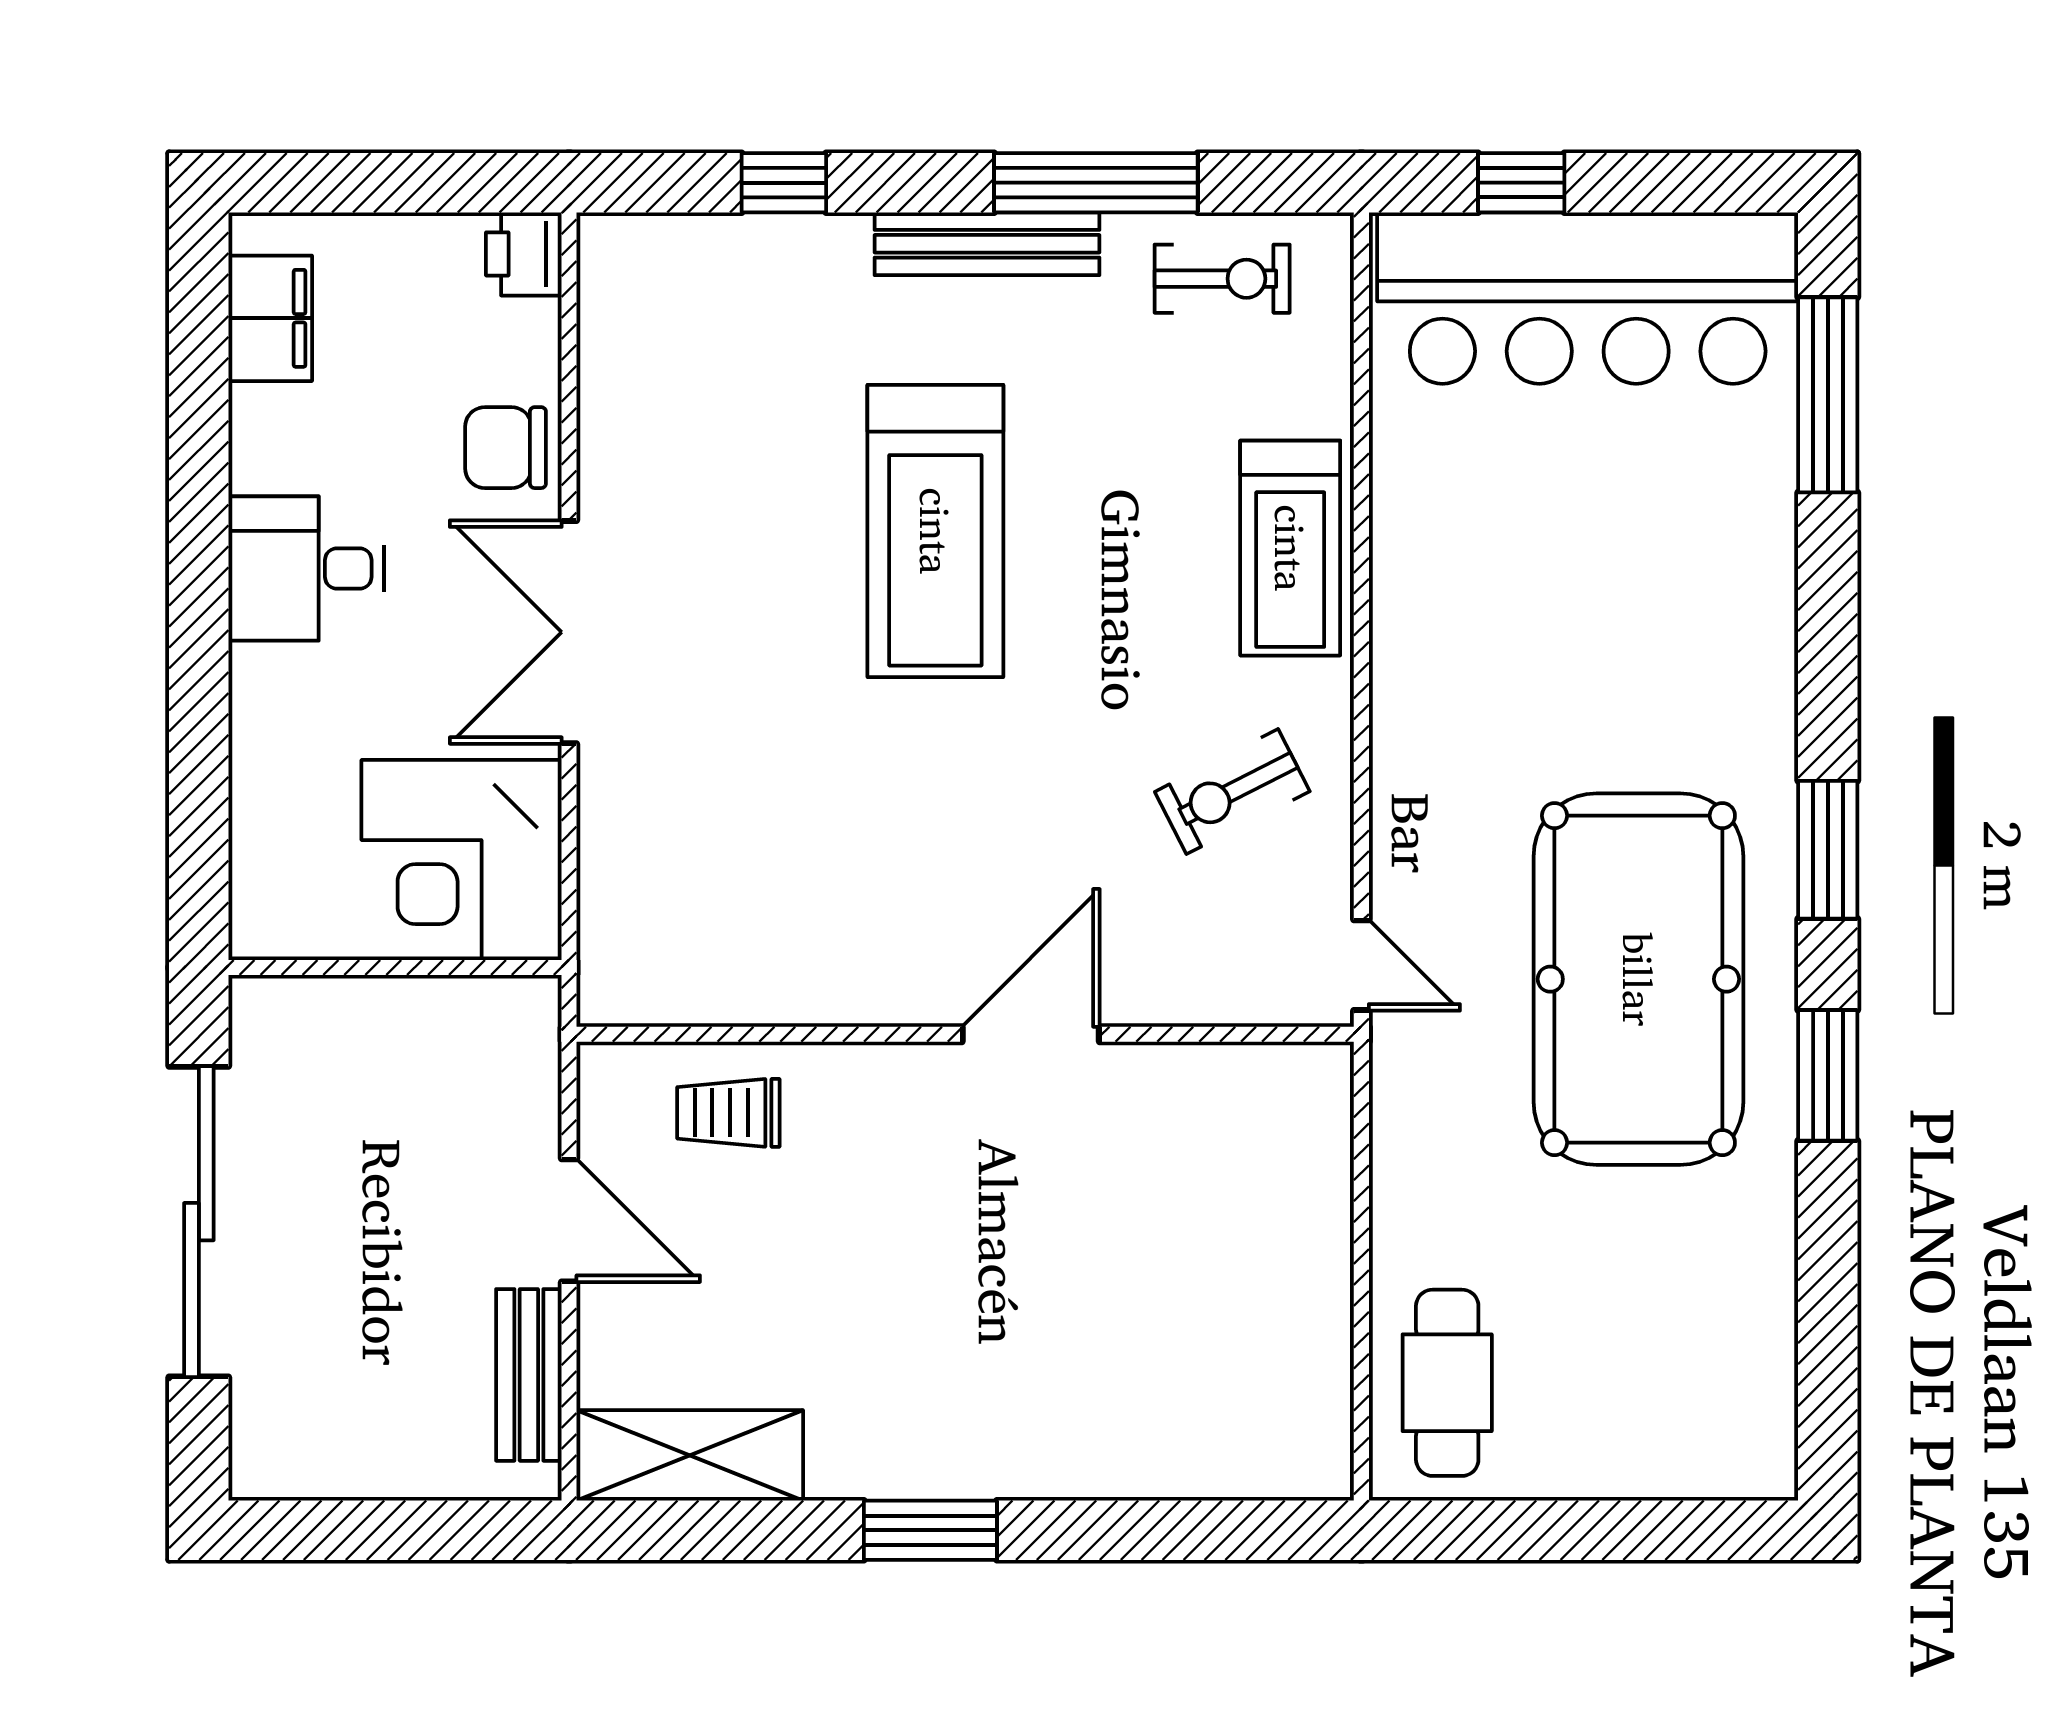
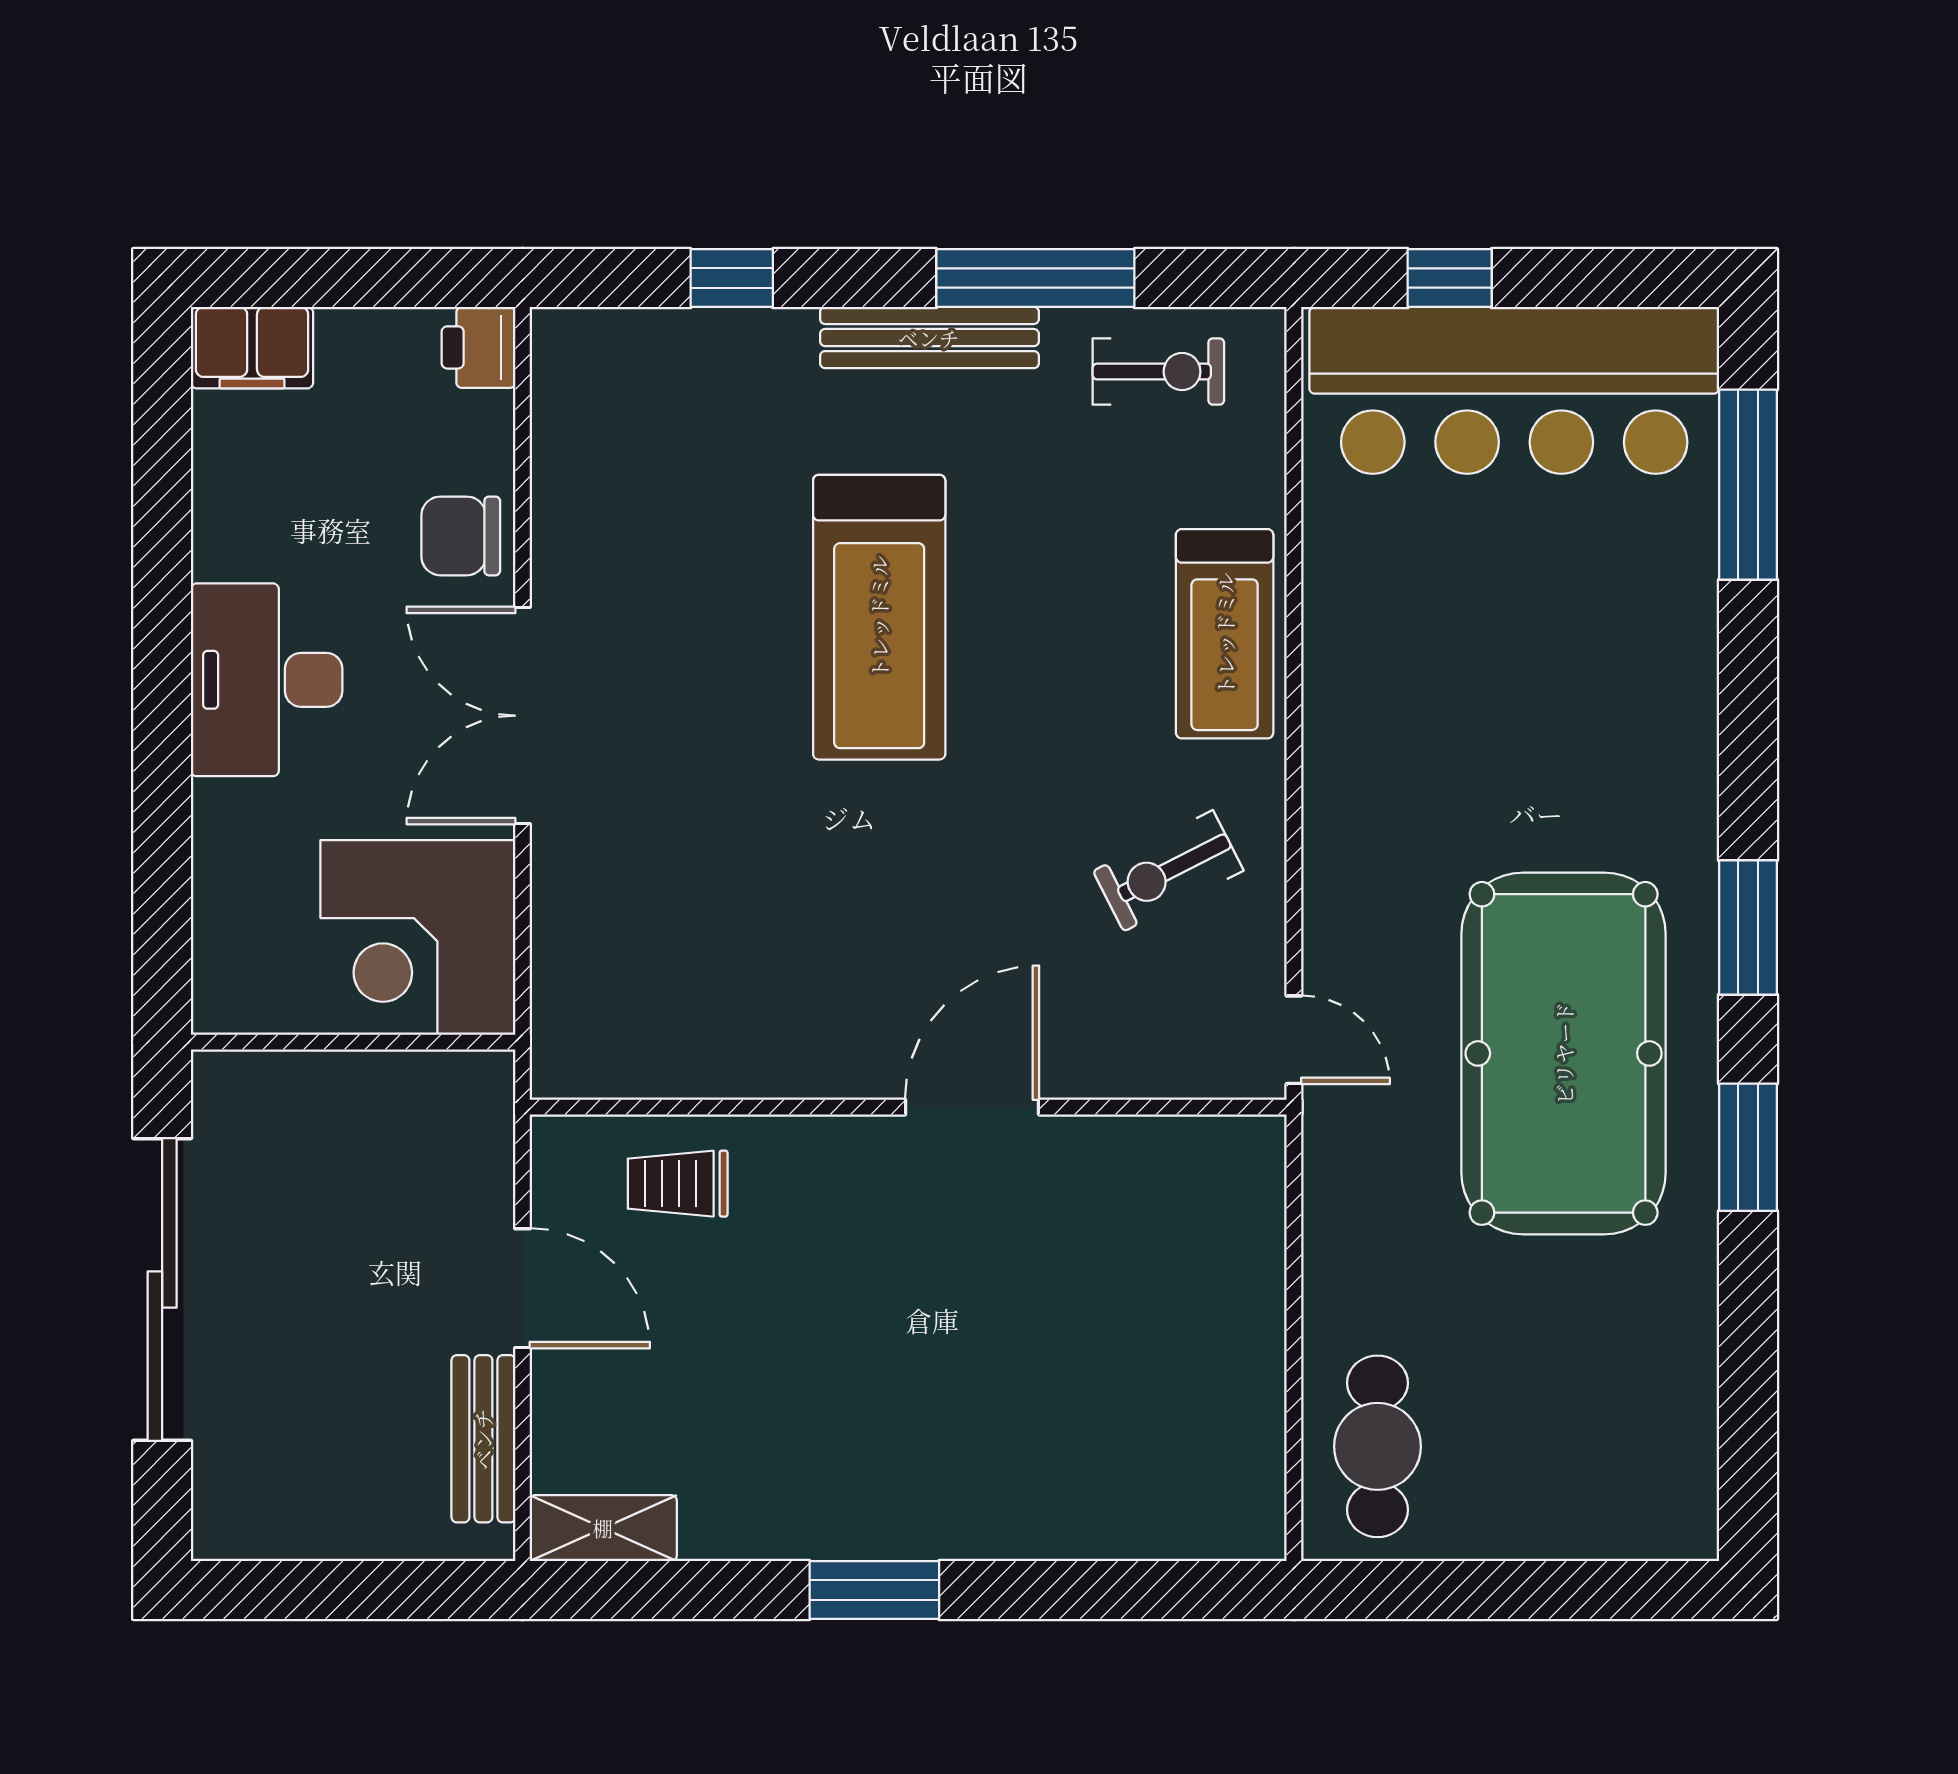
filing cabinet: (270, 318) -> (252, 348), moved, turned 90
desk: (306, 569) -> (267, 680), width x1.37
shelving: (690, 1455) -> (603, 1528), width x0.67, depth x0.75

